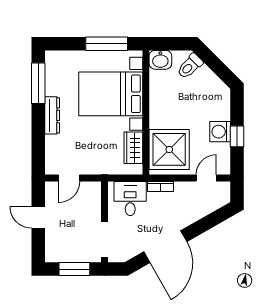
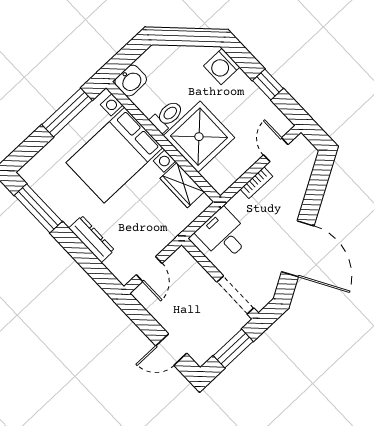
toilet: (190, 66) -> (167, 116), moved, turned -135
dresser: (52, 115) -> (91, 239), moved
washing machine: (220, 132) -> (222, 66), moved
shower: (169, 149) -> (199, 137), moved
bookcase: (160, 186) -> (256, 183), moved
door: (38, 217) -> (171, 350), moved

